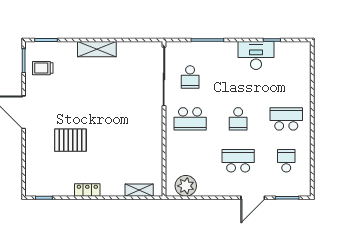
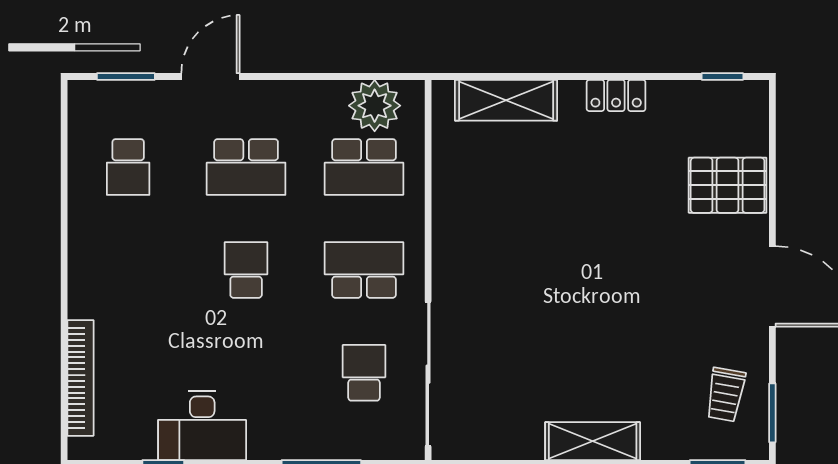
trolley: (43, 68) -> (726, 395), turned 100
bookcase: (306, 75) -> (80, 378), added
school desk: (286, 119) -> (364, 167), moved
pallet: (70, 140) -> (728, 185), moved
shelving: (139, 190) -> (506, 100), width x1.50, depth x1.33

